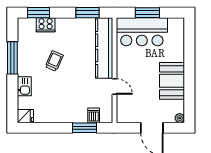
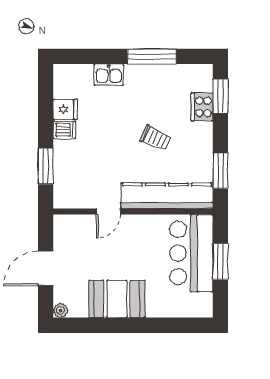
trolley: (54, 61) -> (156, 138), moved
dishwasher: (94, 115) -> (64, 130), moved
fridge: (25, 116) -> (65, 109), moved, turned -90

